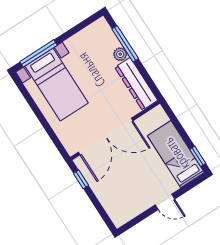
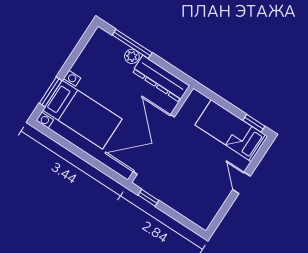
window: (38, 53) -> (51, 92), width x0.69
double door: (106, 137) -> (154, 144), swing flipped
door: (165, 202) -> (241, 183), swing flipped

